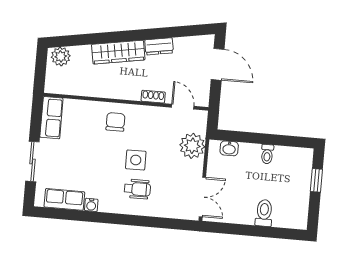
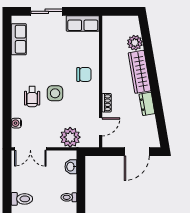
plant: (61, 56) -> (135, 43), moved
water cooler: (91, 205) -> (16, 123), moved

